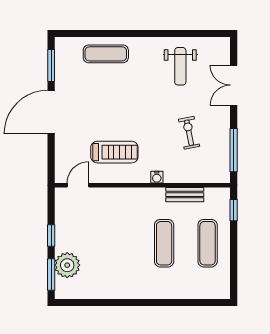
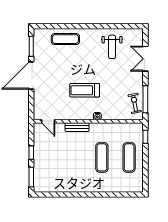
exercise bike: (189, 133) -> (135, 103), moved
treadmill: (114, 152) -> (85, 90), moved, turned 180
door: (78, 185) -> (48, 121), swing flipped
bench: (185, 195) -> (77, 127), moved
plant: (67, 265) -> (41, 171), removed

